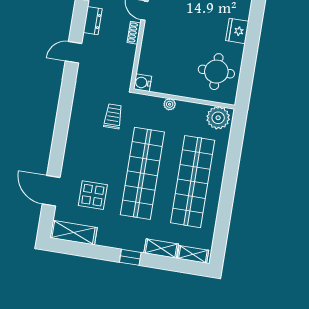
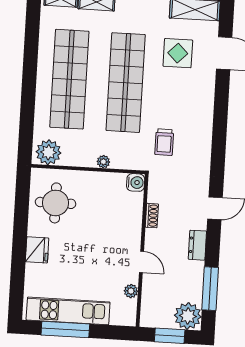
shoe rack: (134, 33) -> (152, 216), moved

